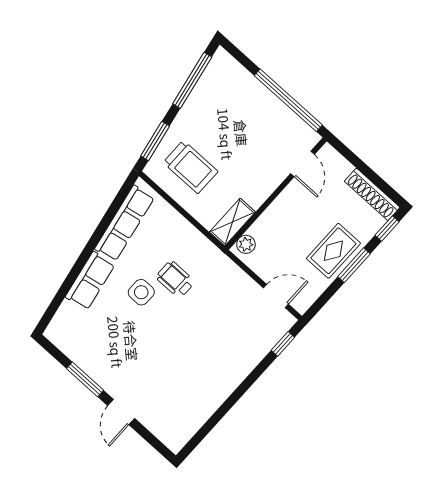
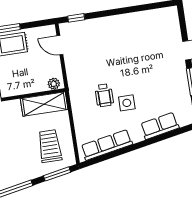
shelving: (232, 222) -> (44, 104), width x1.50, depth x1.33
row of seats: (90, 281) -> (160, 126), moved

